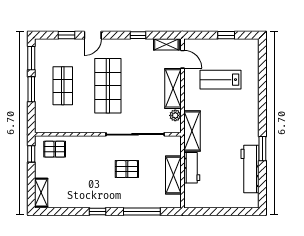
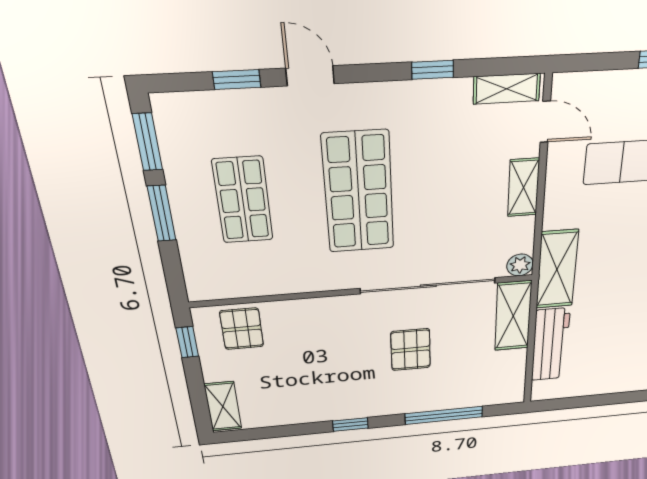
door: (93, 35) -> (310, 76), swing flipped
shelving: (173, 88) -> (523, 188), width x0.67, depth x0.75
plant: (175, 115) -> (520, 265), moved
pallet: (55, 149) -> (242, 329), turned 90
workbench: (192, 168) -> (550, 345), width x1.37
pallet: (127, 169) -> (411, 350), turned 90
shelving: (173, 175) -> (513, 316), moved

